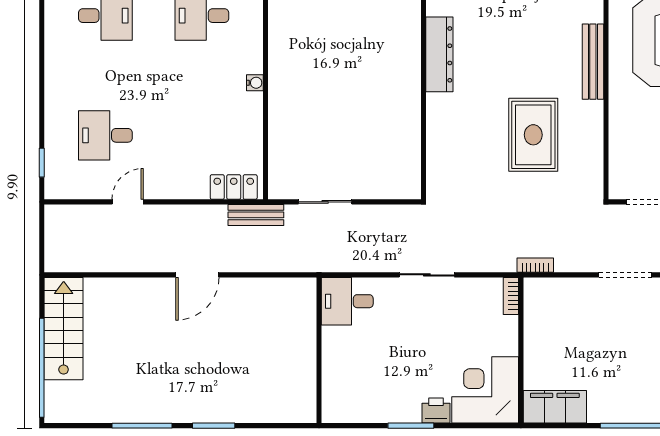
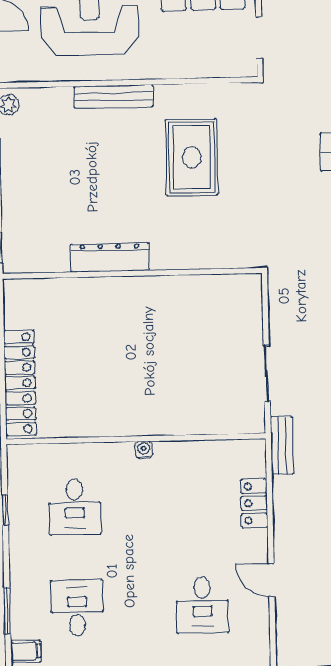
rug: (533, 135) -> (192, 157), turned 90
locker: (234, 187) -> (254, 503), moved

